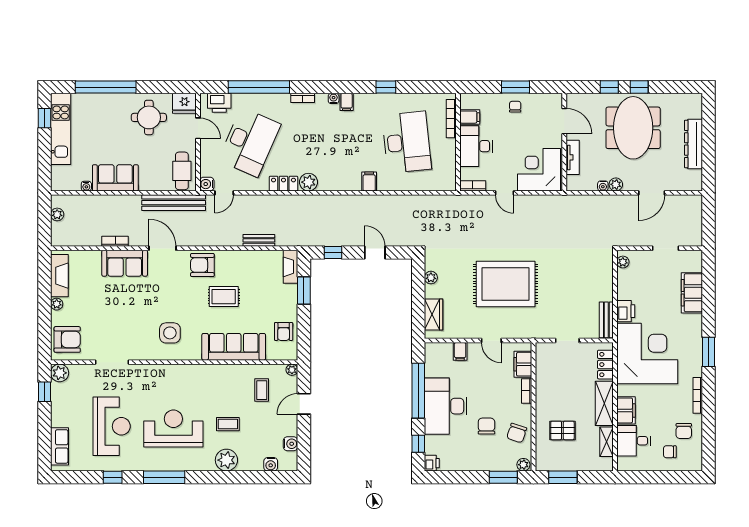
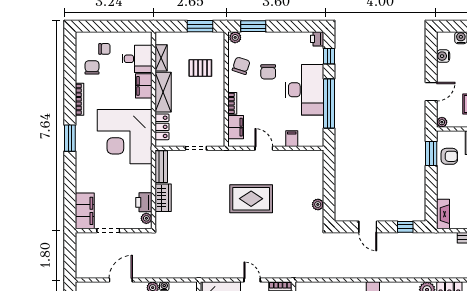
rug: (506, 284) -> (251, 199), width x0.73, depth x0.69
window: (304, 290) -> (431, 153), moved
filing cabinet: (692, 293) -> (85, 211), moved
printer: (626, 311) -> (144, 202), moved
wardrobe: (434, 314) -> (163, 198), moved, turned 180
armchair: (284, 332) -> (449, 156), turned 90

